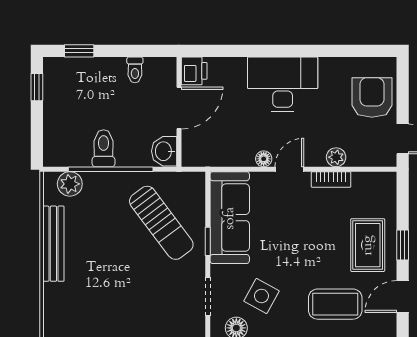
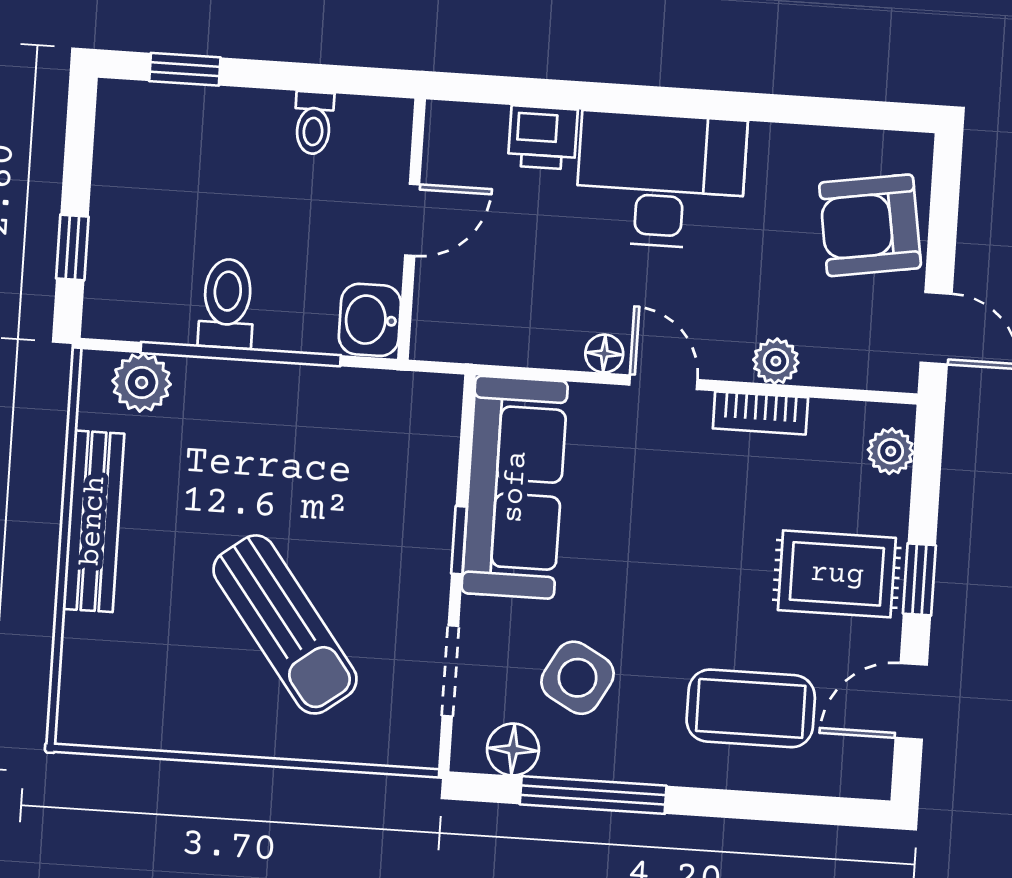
printer: (194, 71) -> (543, 137), moved, turned 90
window: (37, 87) -> (72, 247), moved
armchair: (372, 97) -> (870, 225), turned -99
door: (179, 108) -> (412, 220), width x0.73
door: (289, 169) -> (663, 382), hinge flipped
plant: (387, 192) -> (891, 451), added
sun lounger: (161, 223) -> (285, 624), moved
rug: (368, 245) -> (837, 574), turned 90

